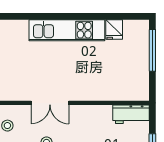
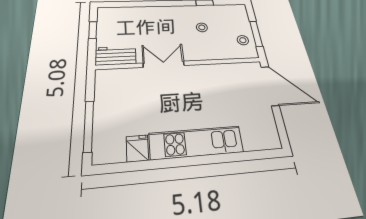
double door: (50, 103) -> (164, 64), moved

